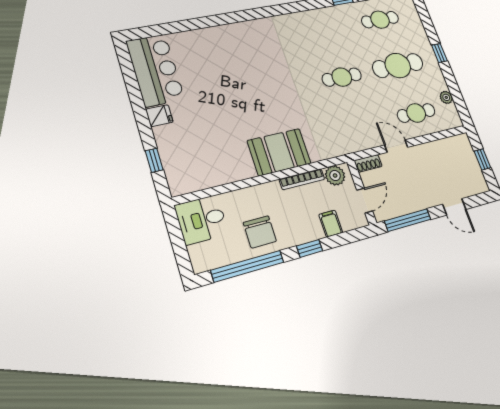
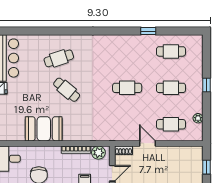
cafe table: (234, 56) -> (59, 58), added
cafe table: (398, 66) -> (171, 88), width x0.73, depth x0.74
cafe table: (260, 97) -> (67, 90), added
booth: (279, 152) -> (44, 129), moved

